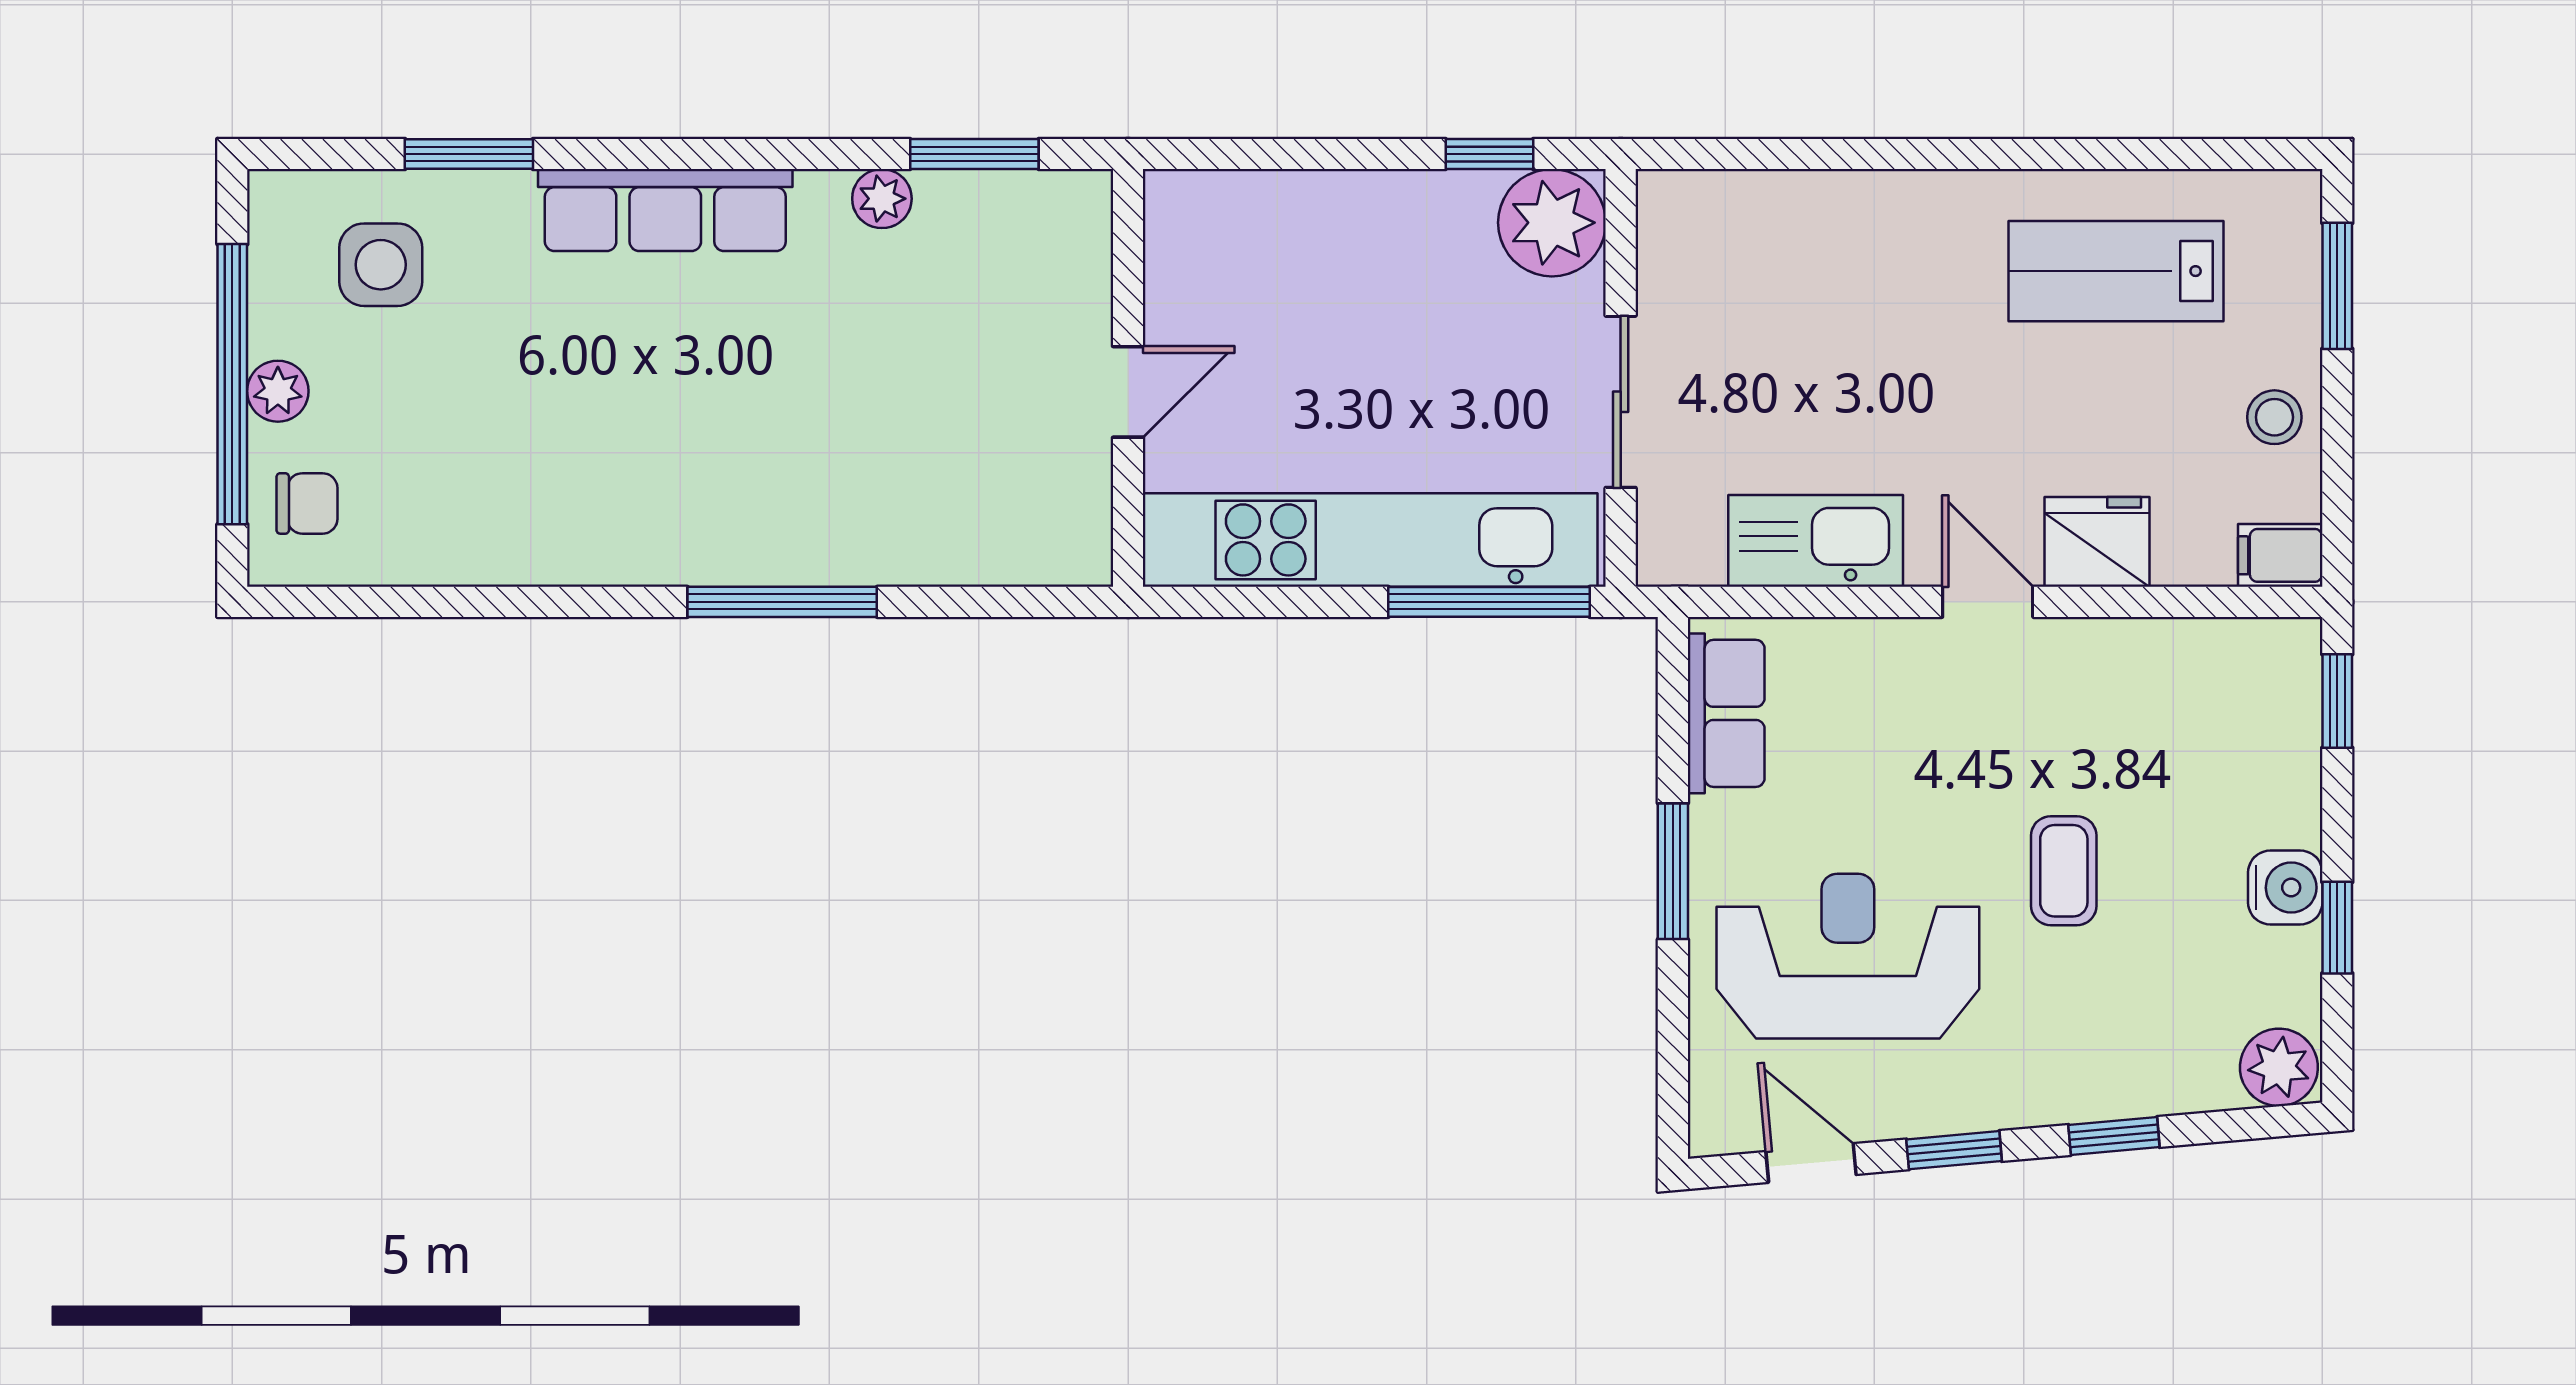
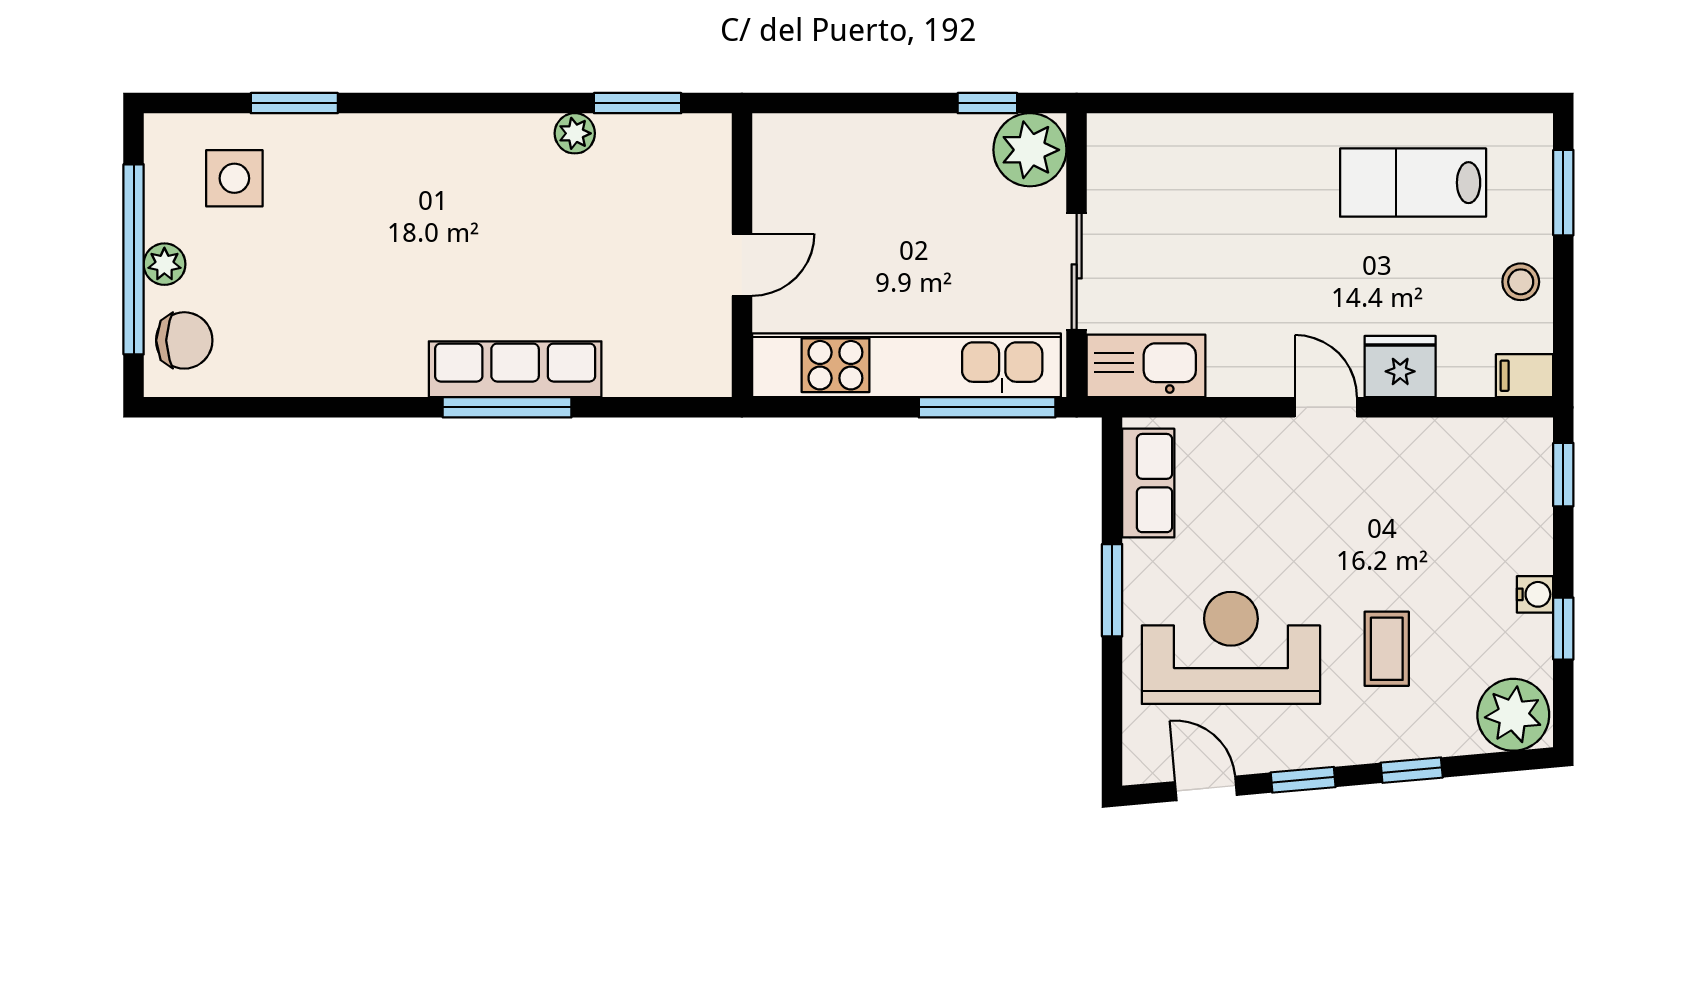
row of seats: (665, 210) -> (515, 369), moved, turned 180
chair: (307, 503) -> (184, 340), width x1.37, depth x1.37
kitchen sink: (1816, 541) -> (1146, 366), moved
coffee table: (2064, 871) -> (1387, 649), moved
water cooler: (2285, 888) -> (1535, 594), width x0.72, depth x0.72
plant: (2279, 1067) -> (1513, 715), width x1.36, depth x1.36

